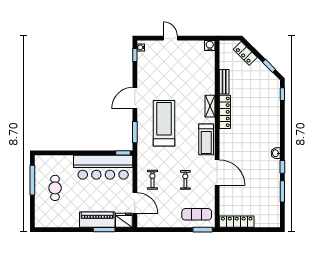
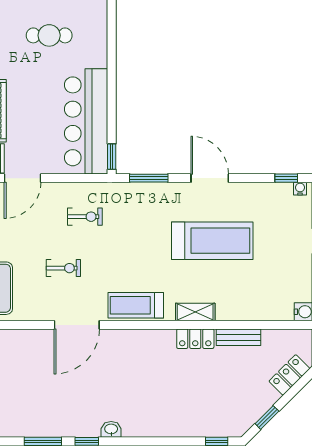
locker: (225, 112) -> (195, 339), width x0.66
treadmill: (164, 123) -> (212, 241), moved
exercise bike: (152, 180) -> (85, 217), moved

